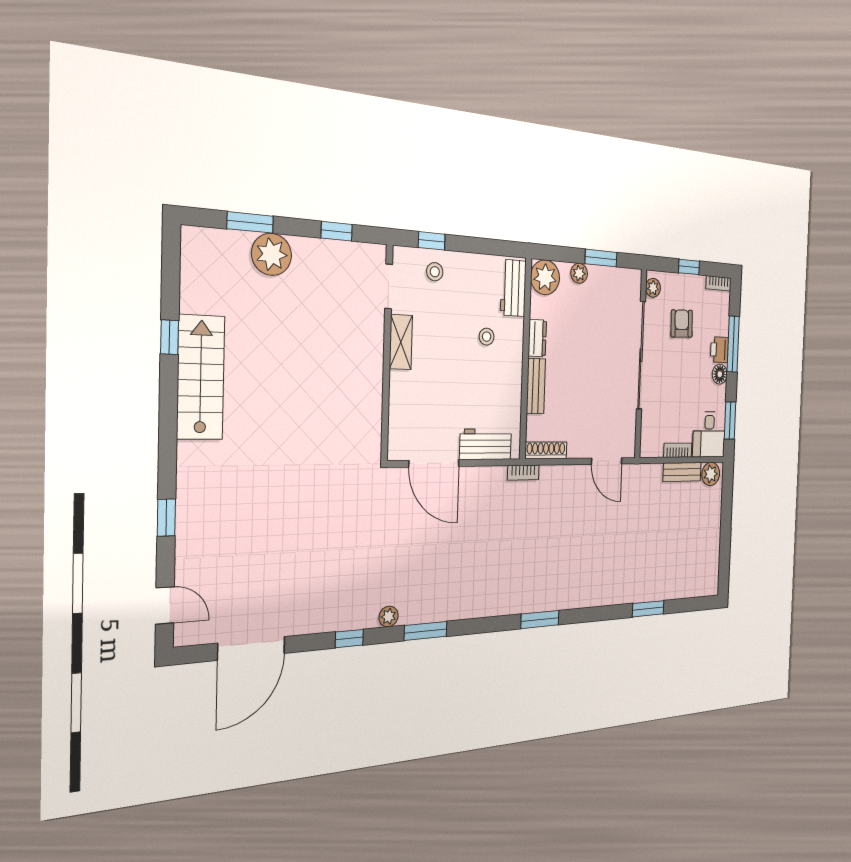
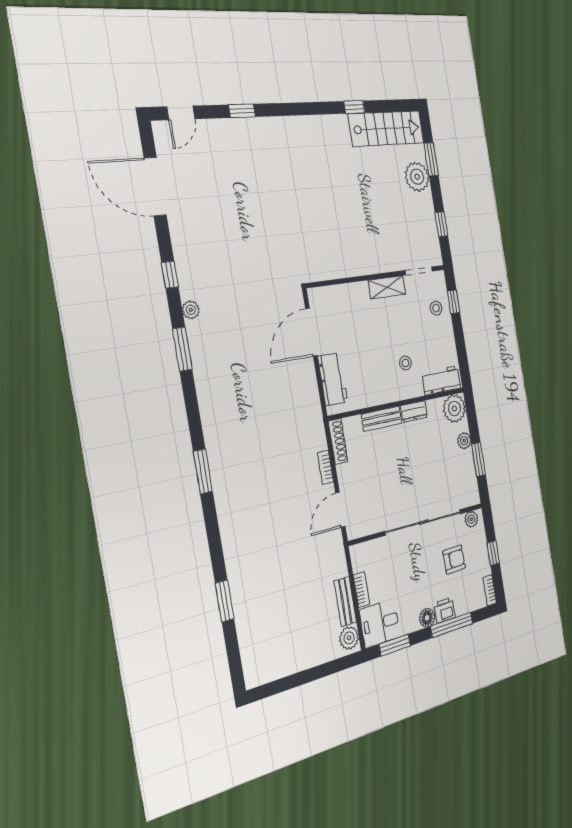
stairs: (201, 377) -> (386, 128), moved
bookcase: (523, 472) -> (325, 467), moved

